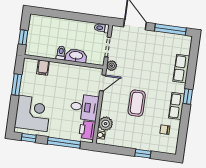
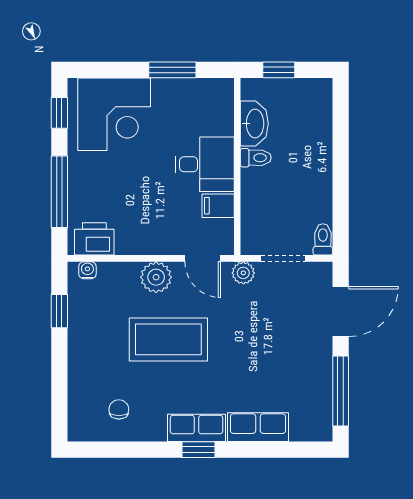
washbasin: (76, 56) -> (254, 124), moved
filing cabinet: (43, 68) -> (218, 206), moved
coffee table: (137, 103) -> (168, 339), width x1.36, depth x1.32
row of seats: (177, 106) -> (197, 428), moved
desk: (84, 107) -> (205, 164), moved, turned -90
plant: (106, 124) -> (156, 277), moved
window: (143, 154) -> (59, 311), moved

